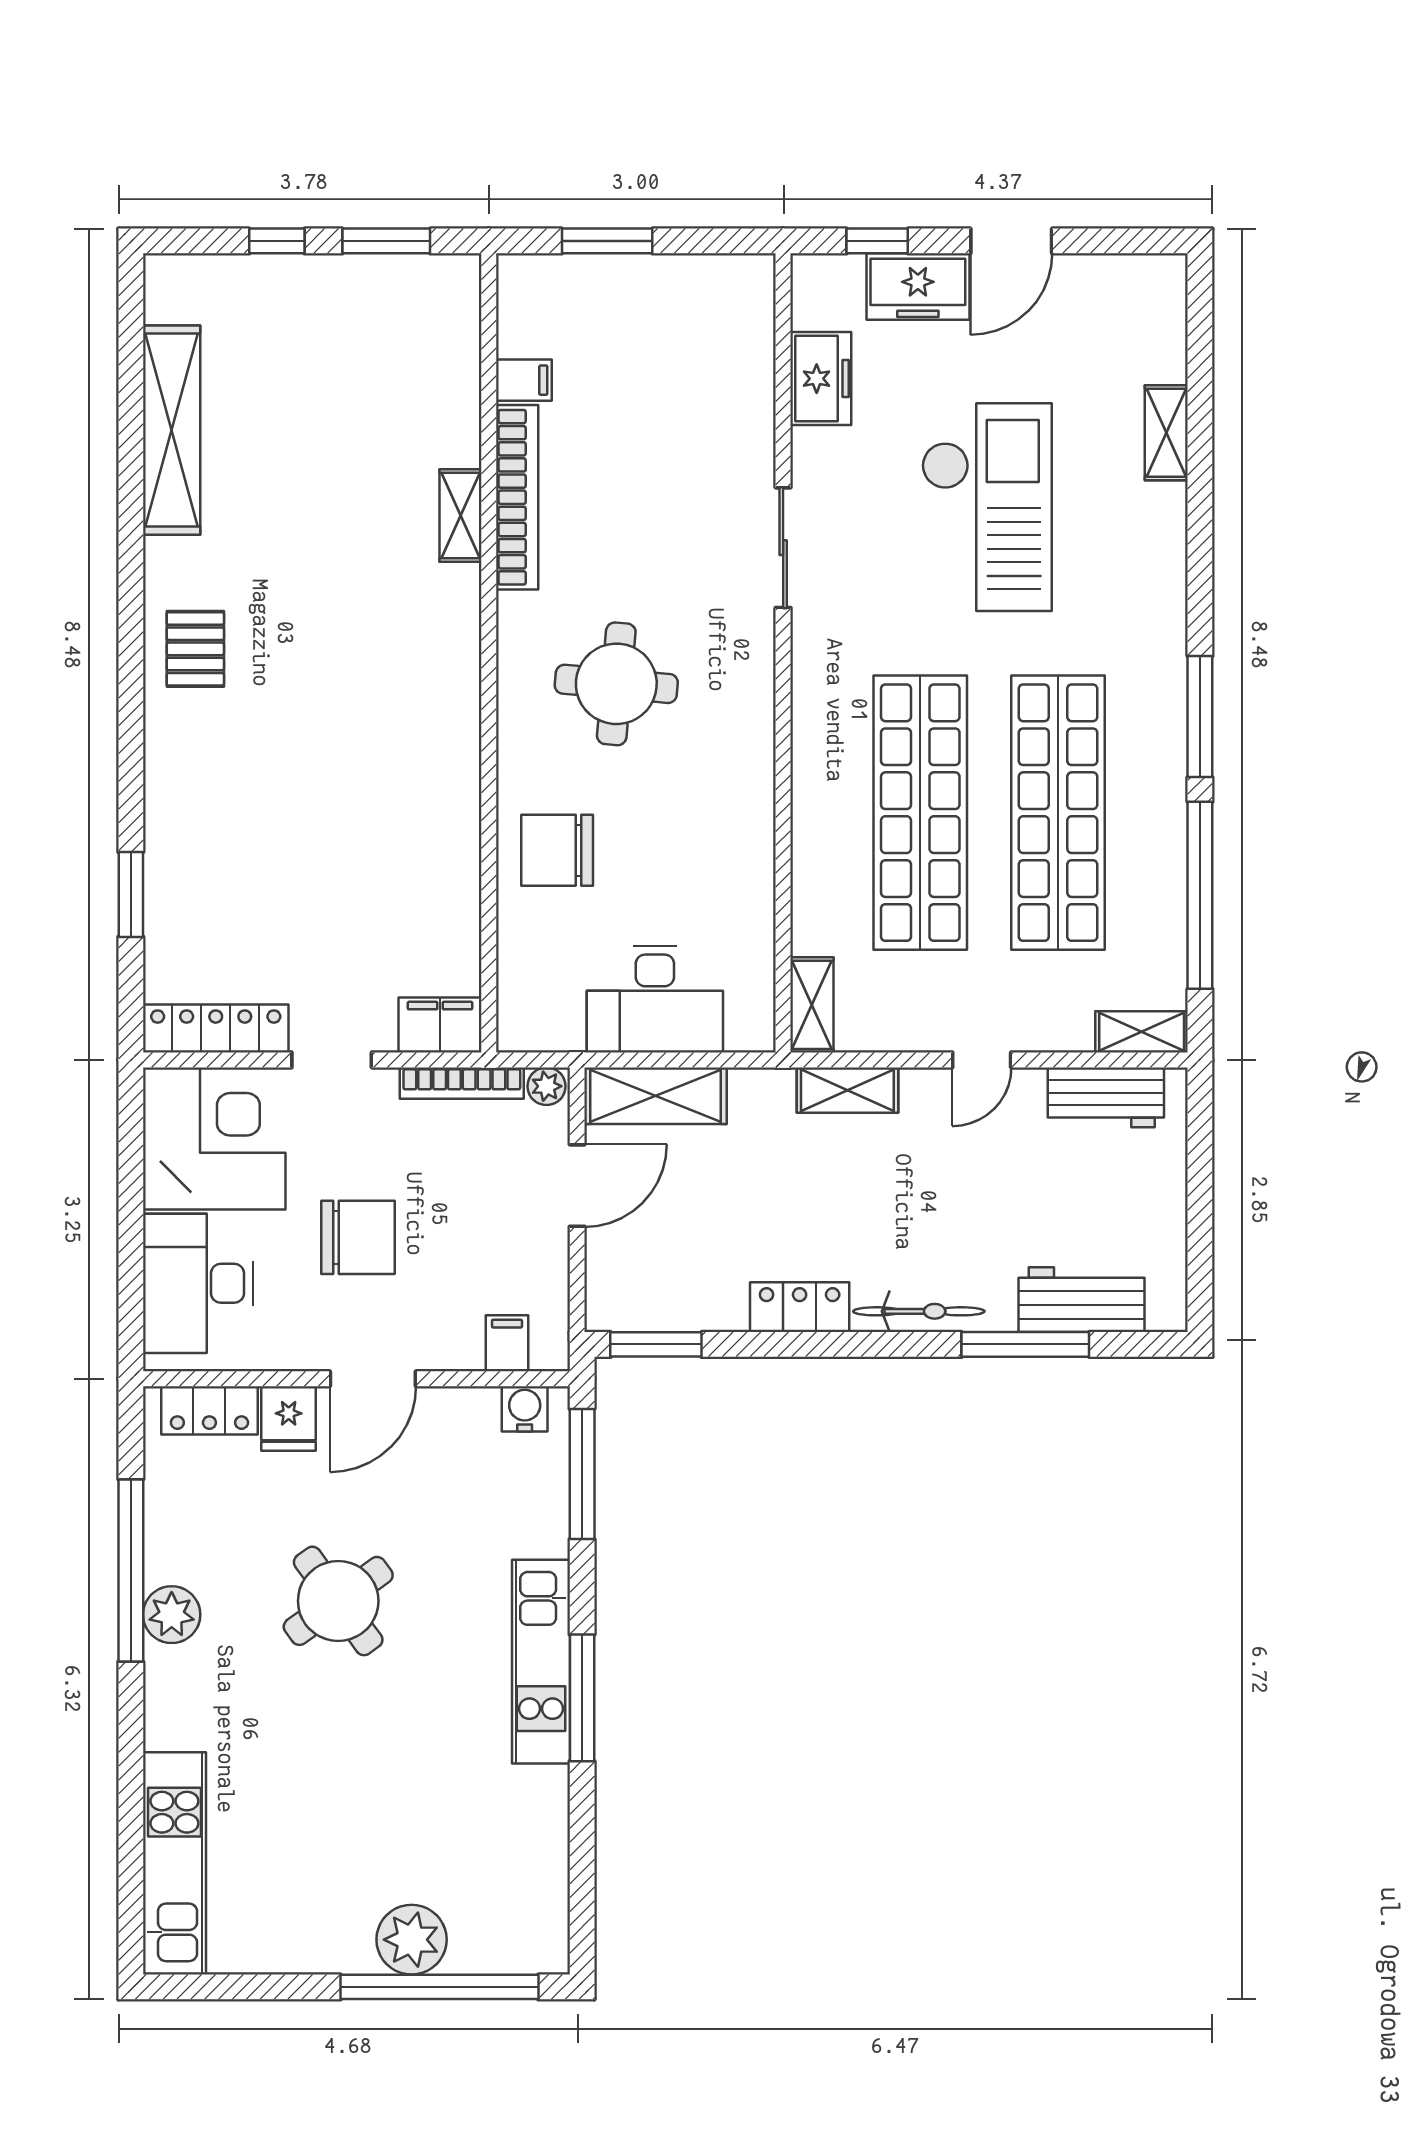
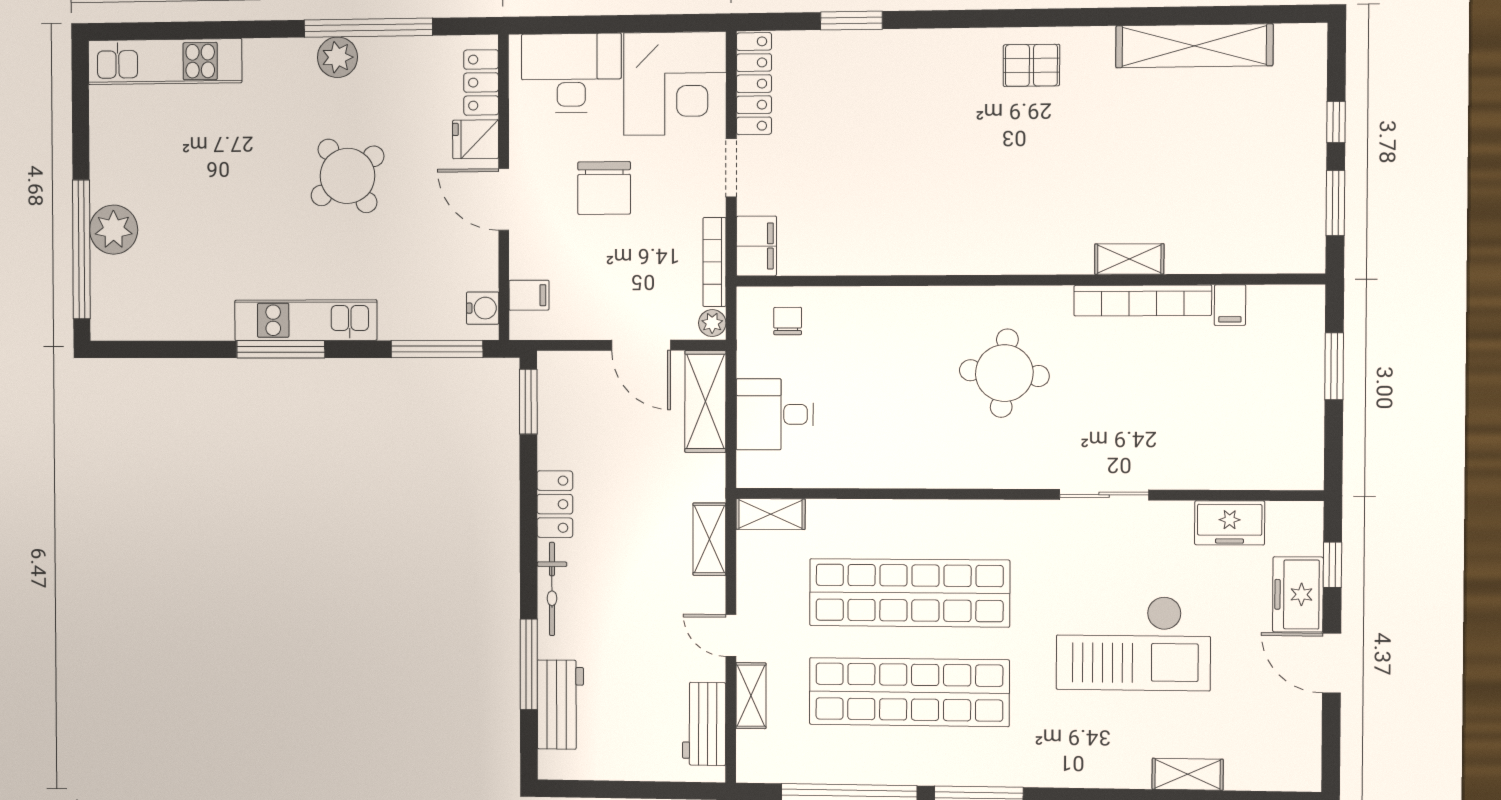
chair: (557, 850) -> (788, 321), moved, width x0.54, depth x0.54
desk: (655, 999) -> (775, 414), width x0.73
shelving: (1142, 1032) -> (751, 696), moved

